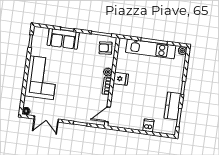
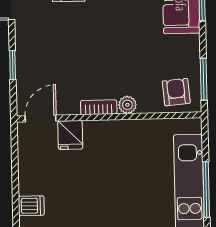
fridge: (121, 79) -> (70, 135), moved
door: (108, 114) -> (41, 118), hinge flipped

